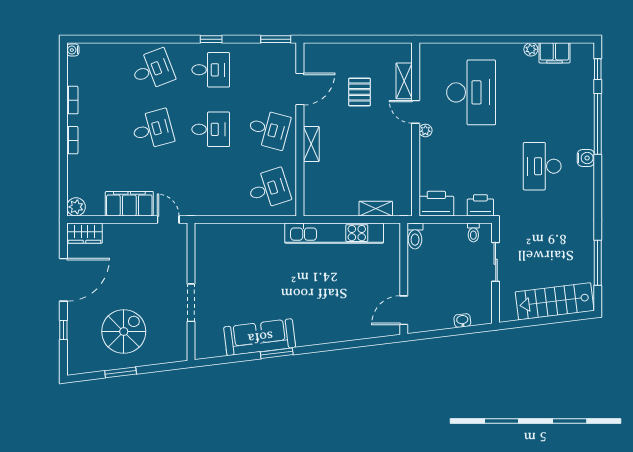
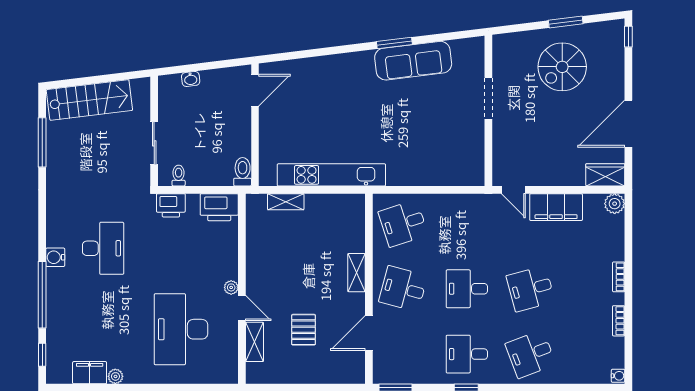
window: (63, 330) -> (628, 37), moved

